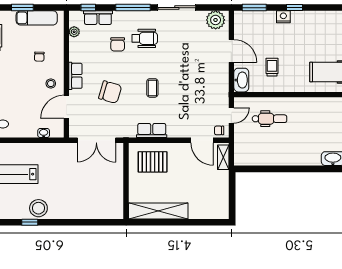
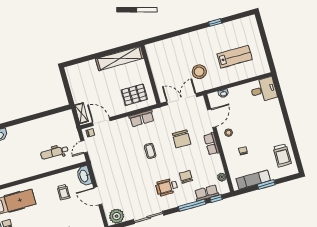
window: (133, 8) -> (192, 205), moved
chair: (110, 92) -> (181, 139), turned -106
stool: (38, 208) -> (199, 72), moved

